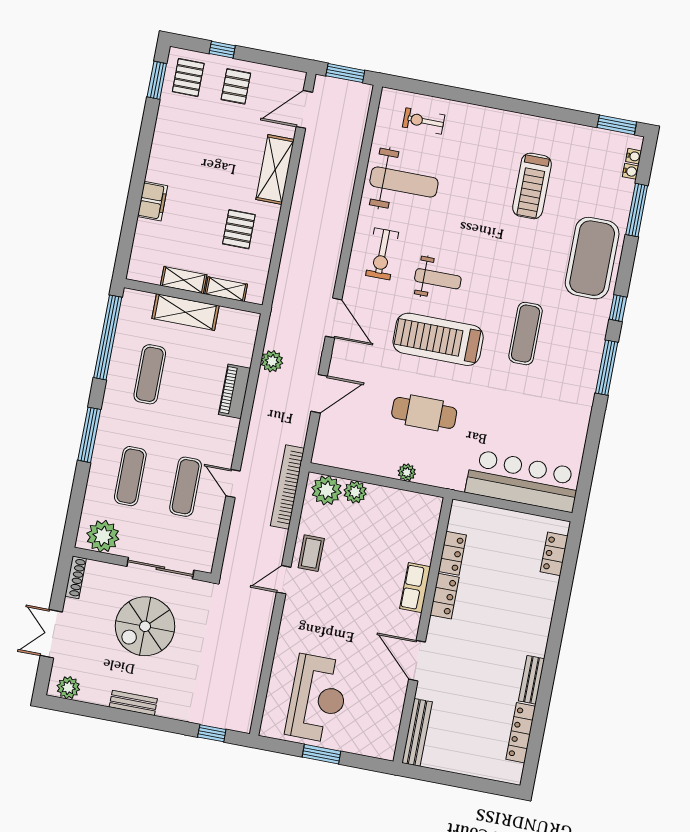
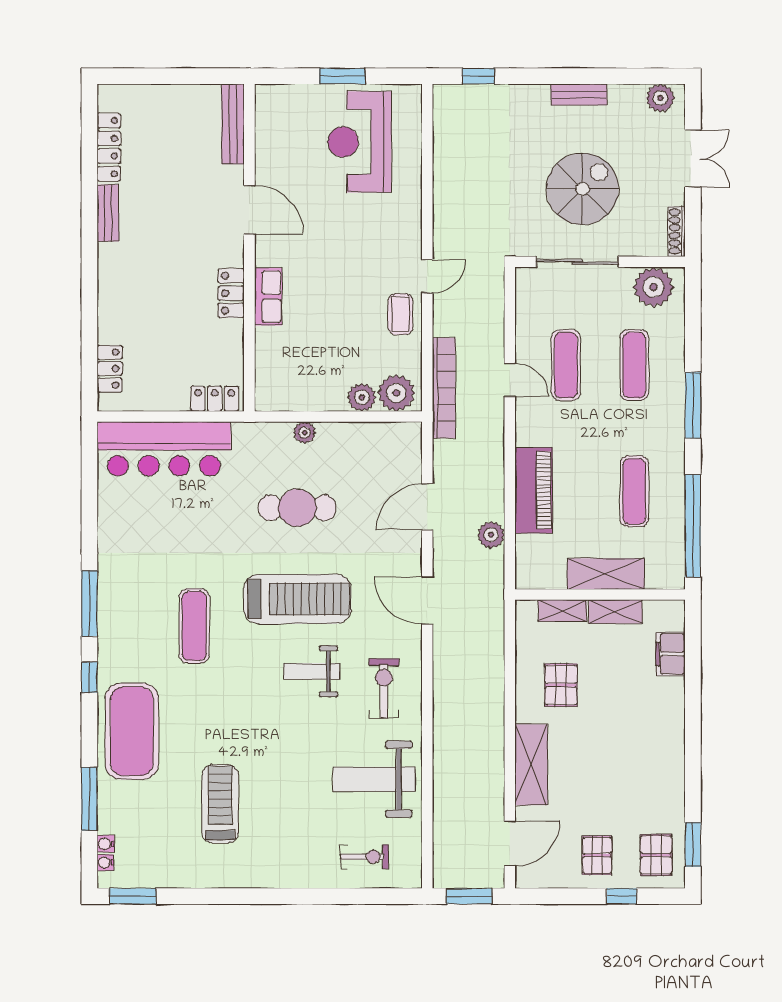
filing cabinet: (152, 201) -> (671, 654), moved
piano: (235, 391) -> (534, 490), width x1.37, depth x1.33
locker: (452, 553) -> (215, 399), moved, turned 90

